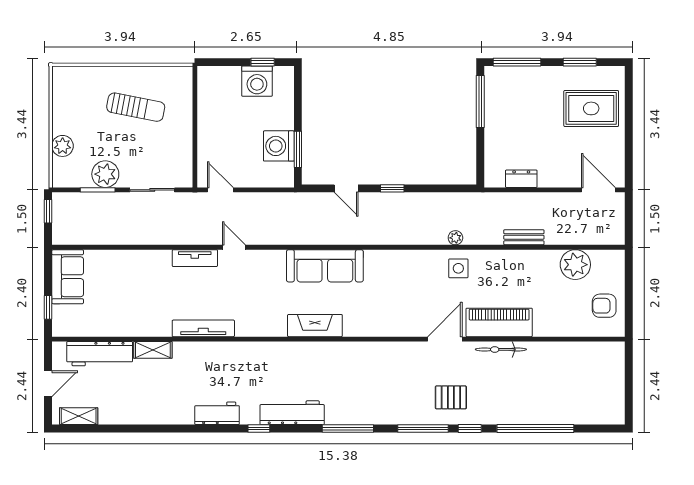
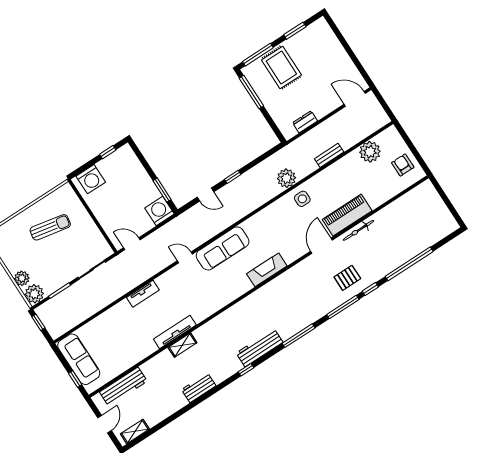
washing machine: (257, 81) -> (91, 179), moved
rug: (591, 108) -> (281, 67), moved, turned 90
washing machine: (279, 146) -> (160, 211), moved, turned 90
plant: (105, 174) -> (34, 294), moved
plant: (455, 238) -> (286, 178), width x1.88, depth x1.88
door: (234, 247) -> (185, 257), moved
sofa: (68, 277) -> (79, 359), width x1.36
armchair: (604, 306) -> (403, 165), turned 90
fireplace: (315, 326) -> (267, 270), moved
shelving: (153, 350) -> (182, 345), moved
workbench: (217, 413) -> (199, 388), moved

